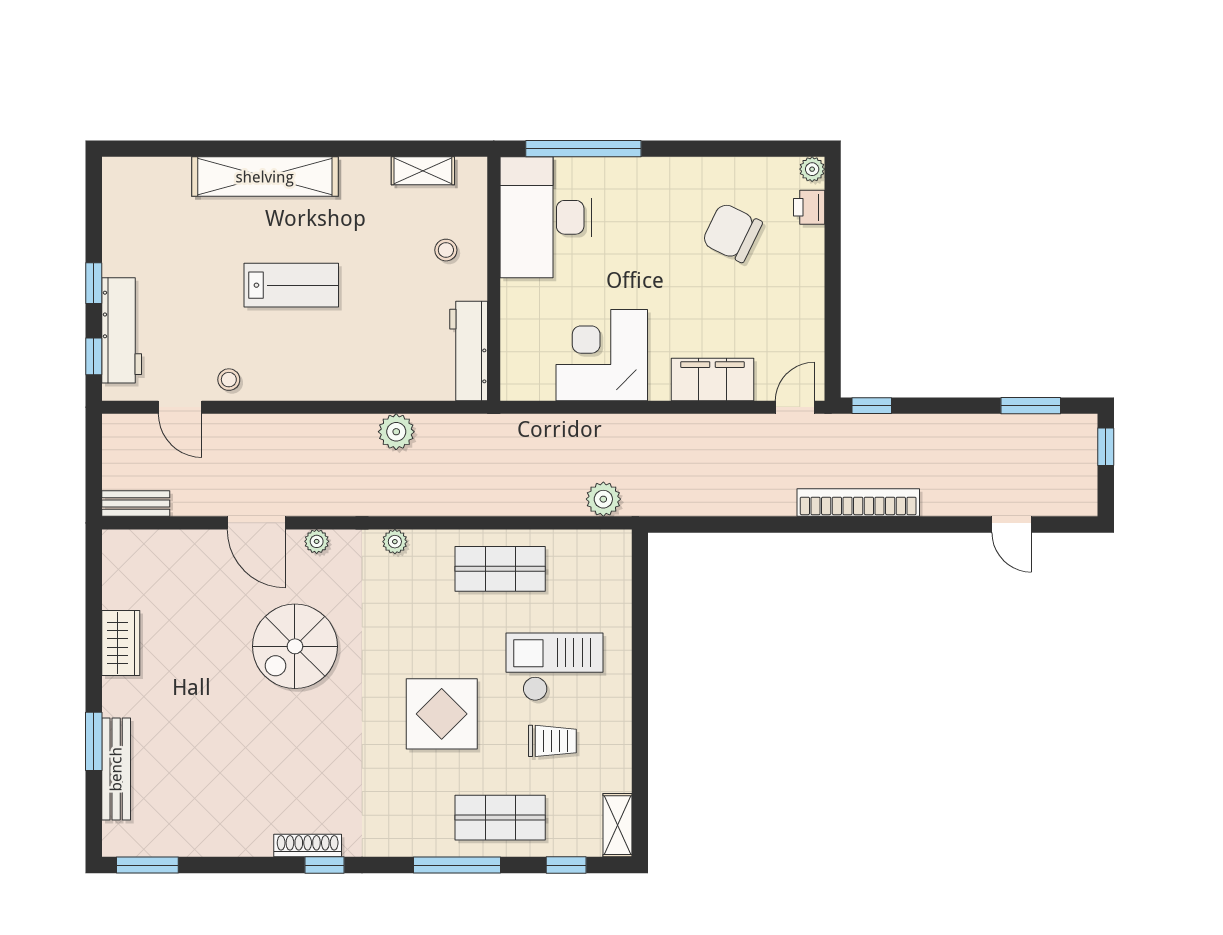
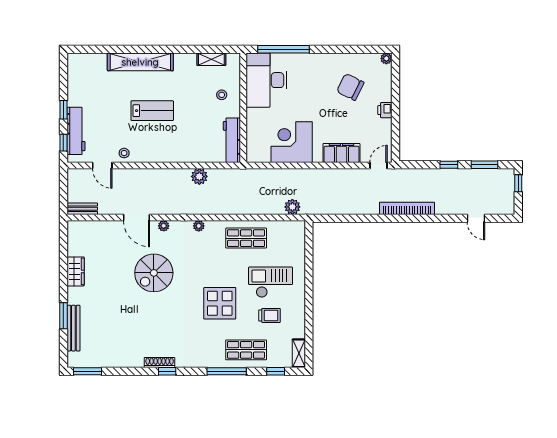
printer: (809, 207) -> (385, 110), moved
window: (872, 406) -> (449, 165), moved

